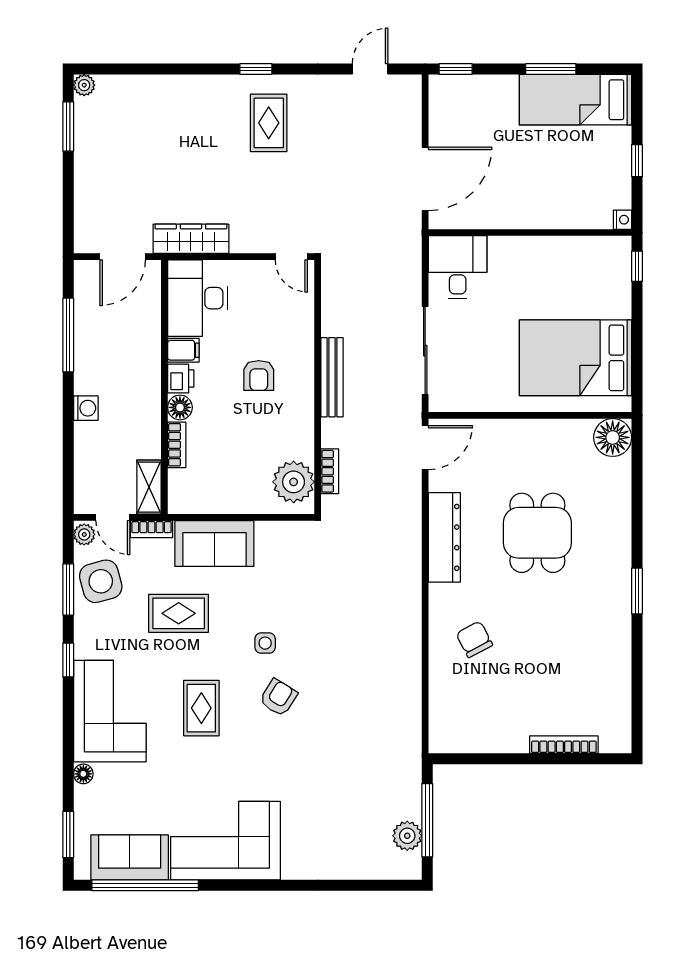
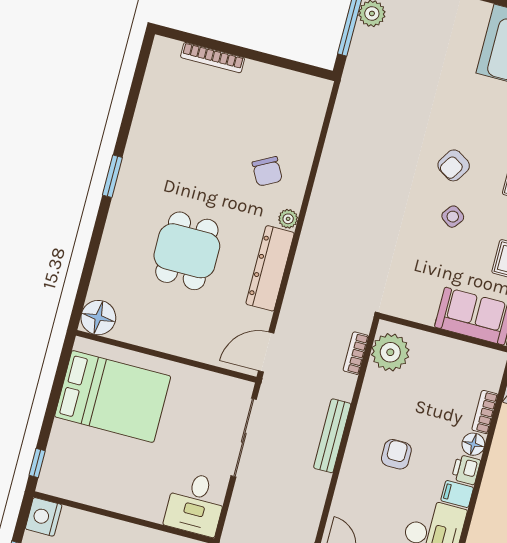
nightstand: (623, 220) -> (44, 517), width x1.89, depth x1.79
plant: (439, 595) -> (288, 219), added
side table: (265, 643) -> (453, 217), turned 37

